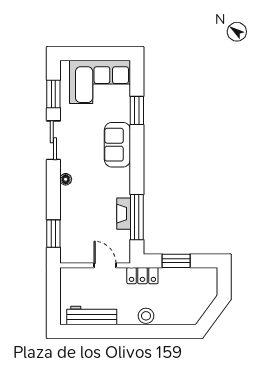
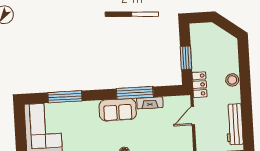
window: (137, 111) -> (65, 97), width x1.44
sofa: (117, 145) -> (118, 110), moved
window: (137, 217) -> (135, 93), moved

